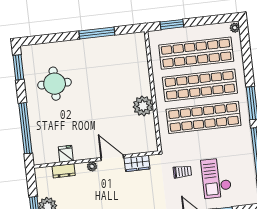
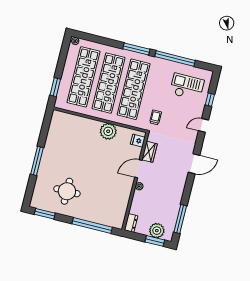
window: (97, 33) -> (37, 161), moved
fridge: (66, 154) -> (138, 141), moved
dresser: (64, 171) -> (131, 223), moved
trolley: (182, 172) -> (155, 117), moved
checkout: (216, 178) -> (187, 87), moved, turned 180

